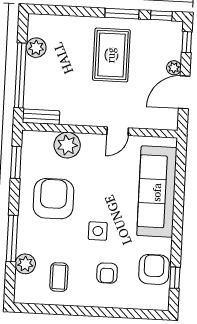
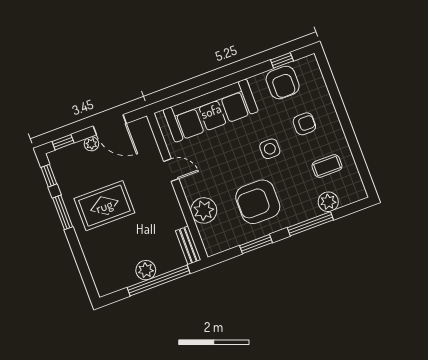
plant: (36, 48) -> (146, 270), moved
window: (16, 162) -> (256, 244), moved
armchair: (154, 269) -> (283, 83), turned -90

